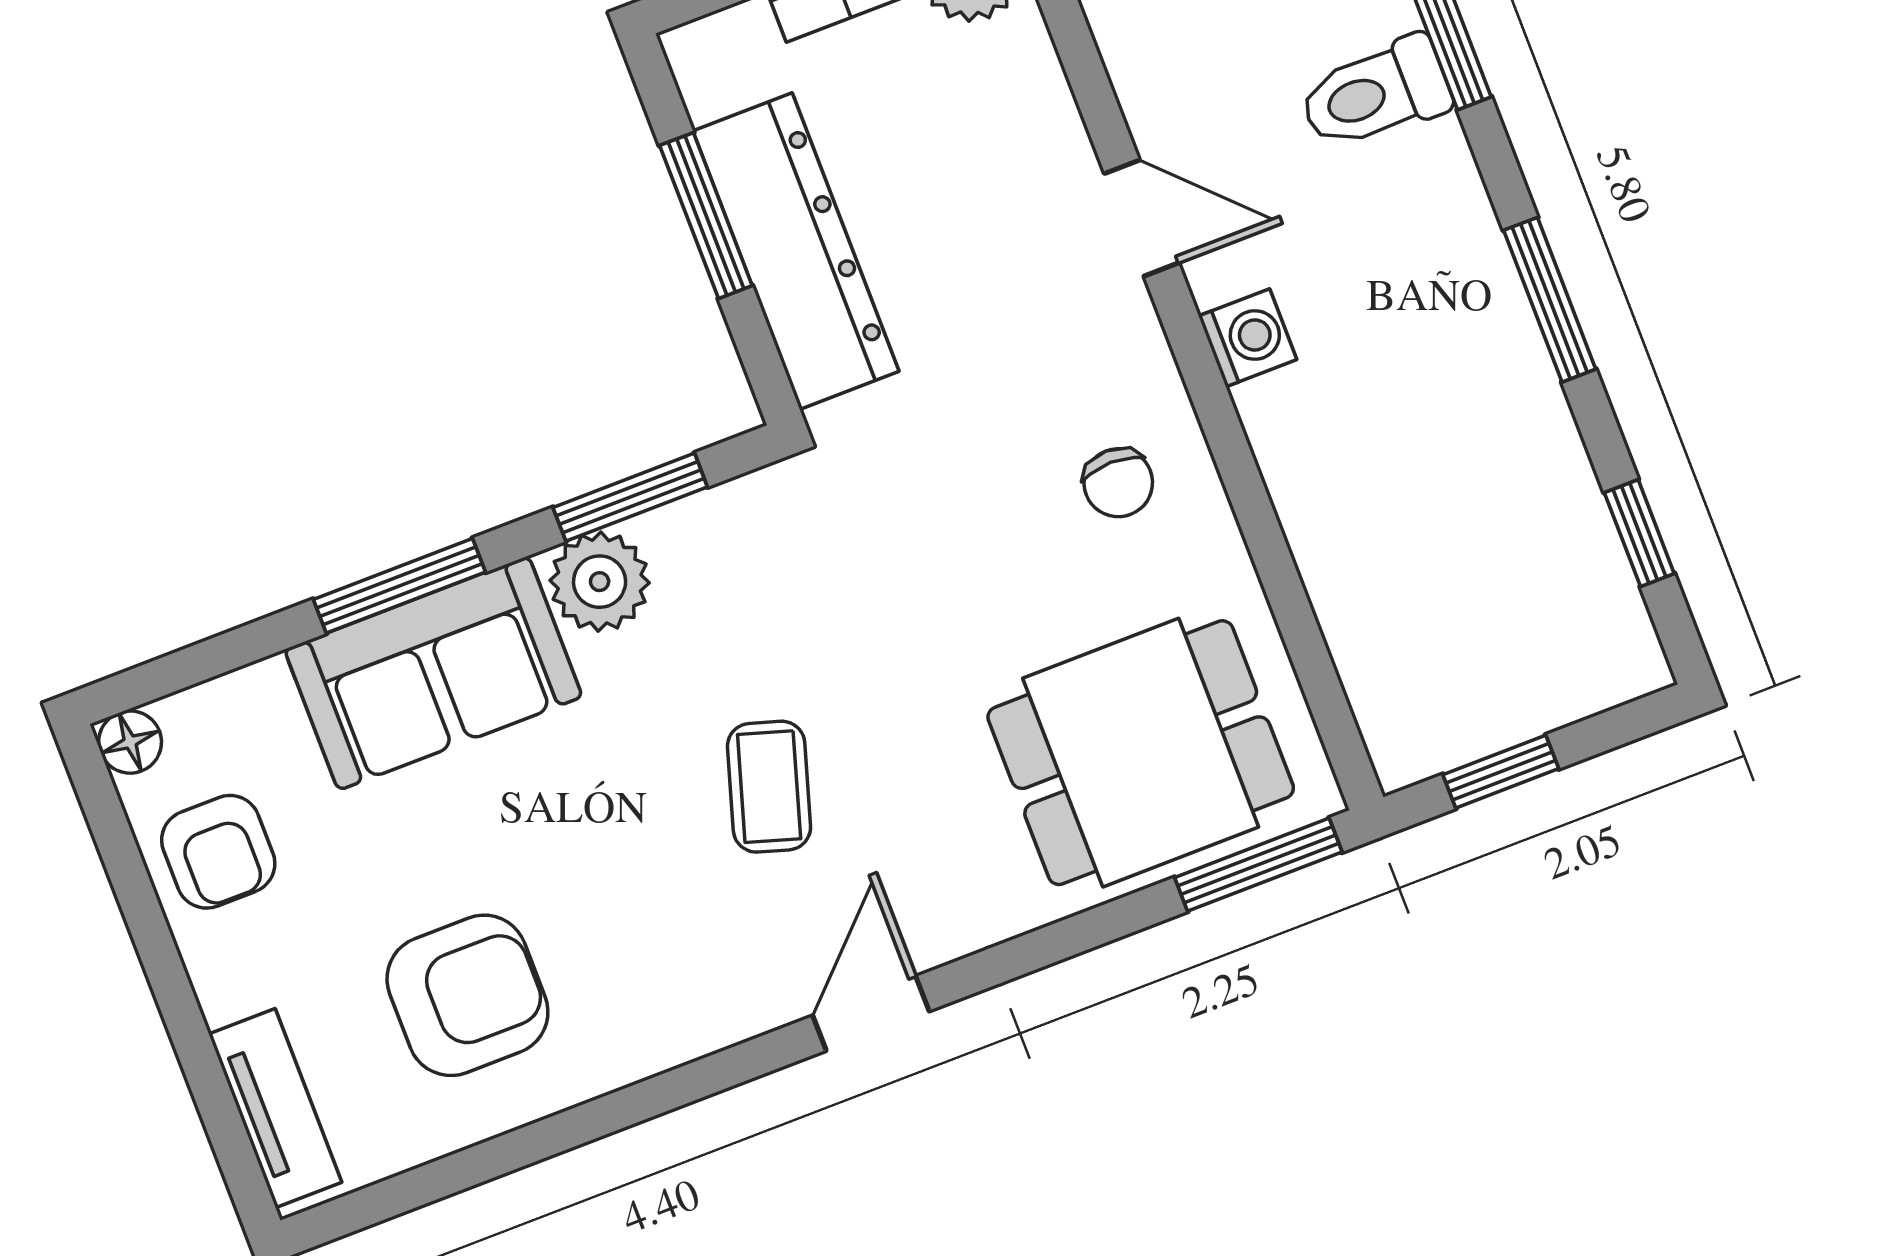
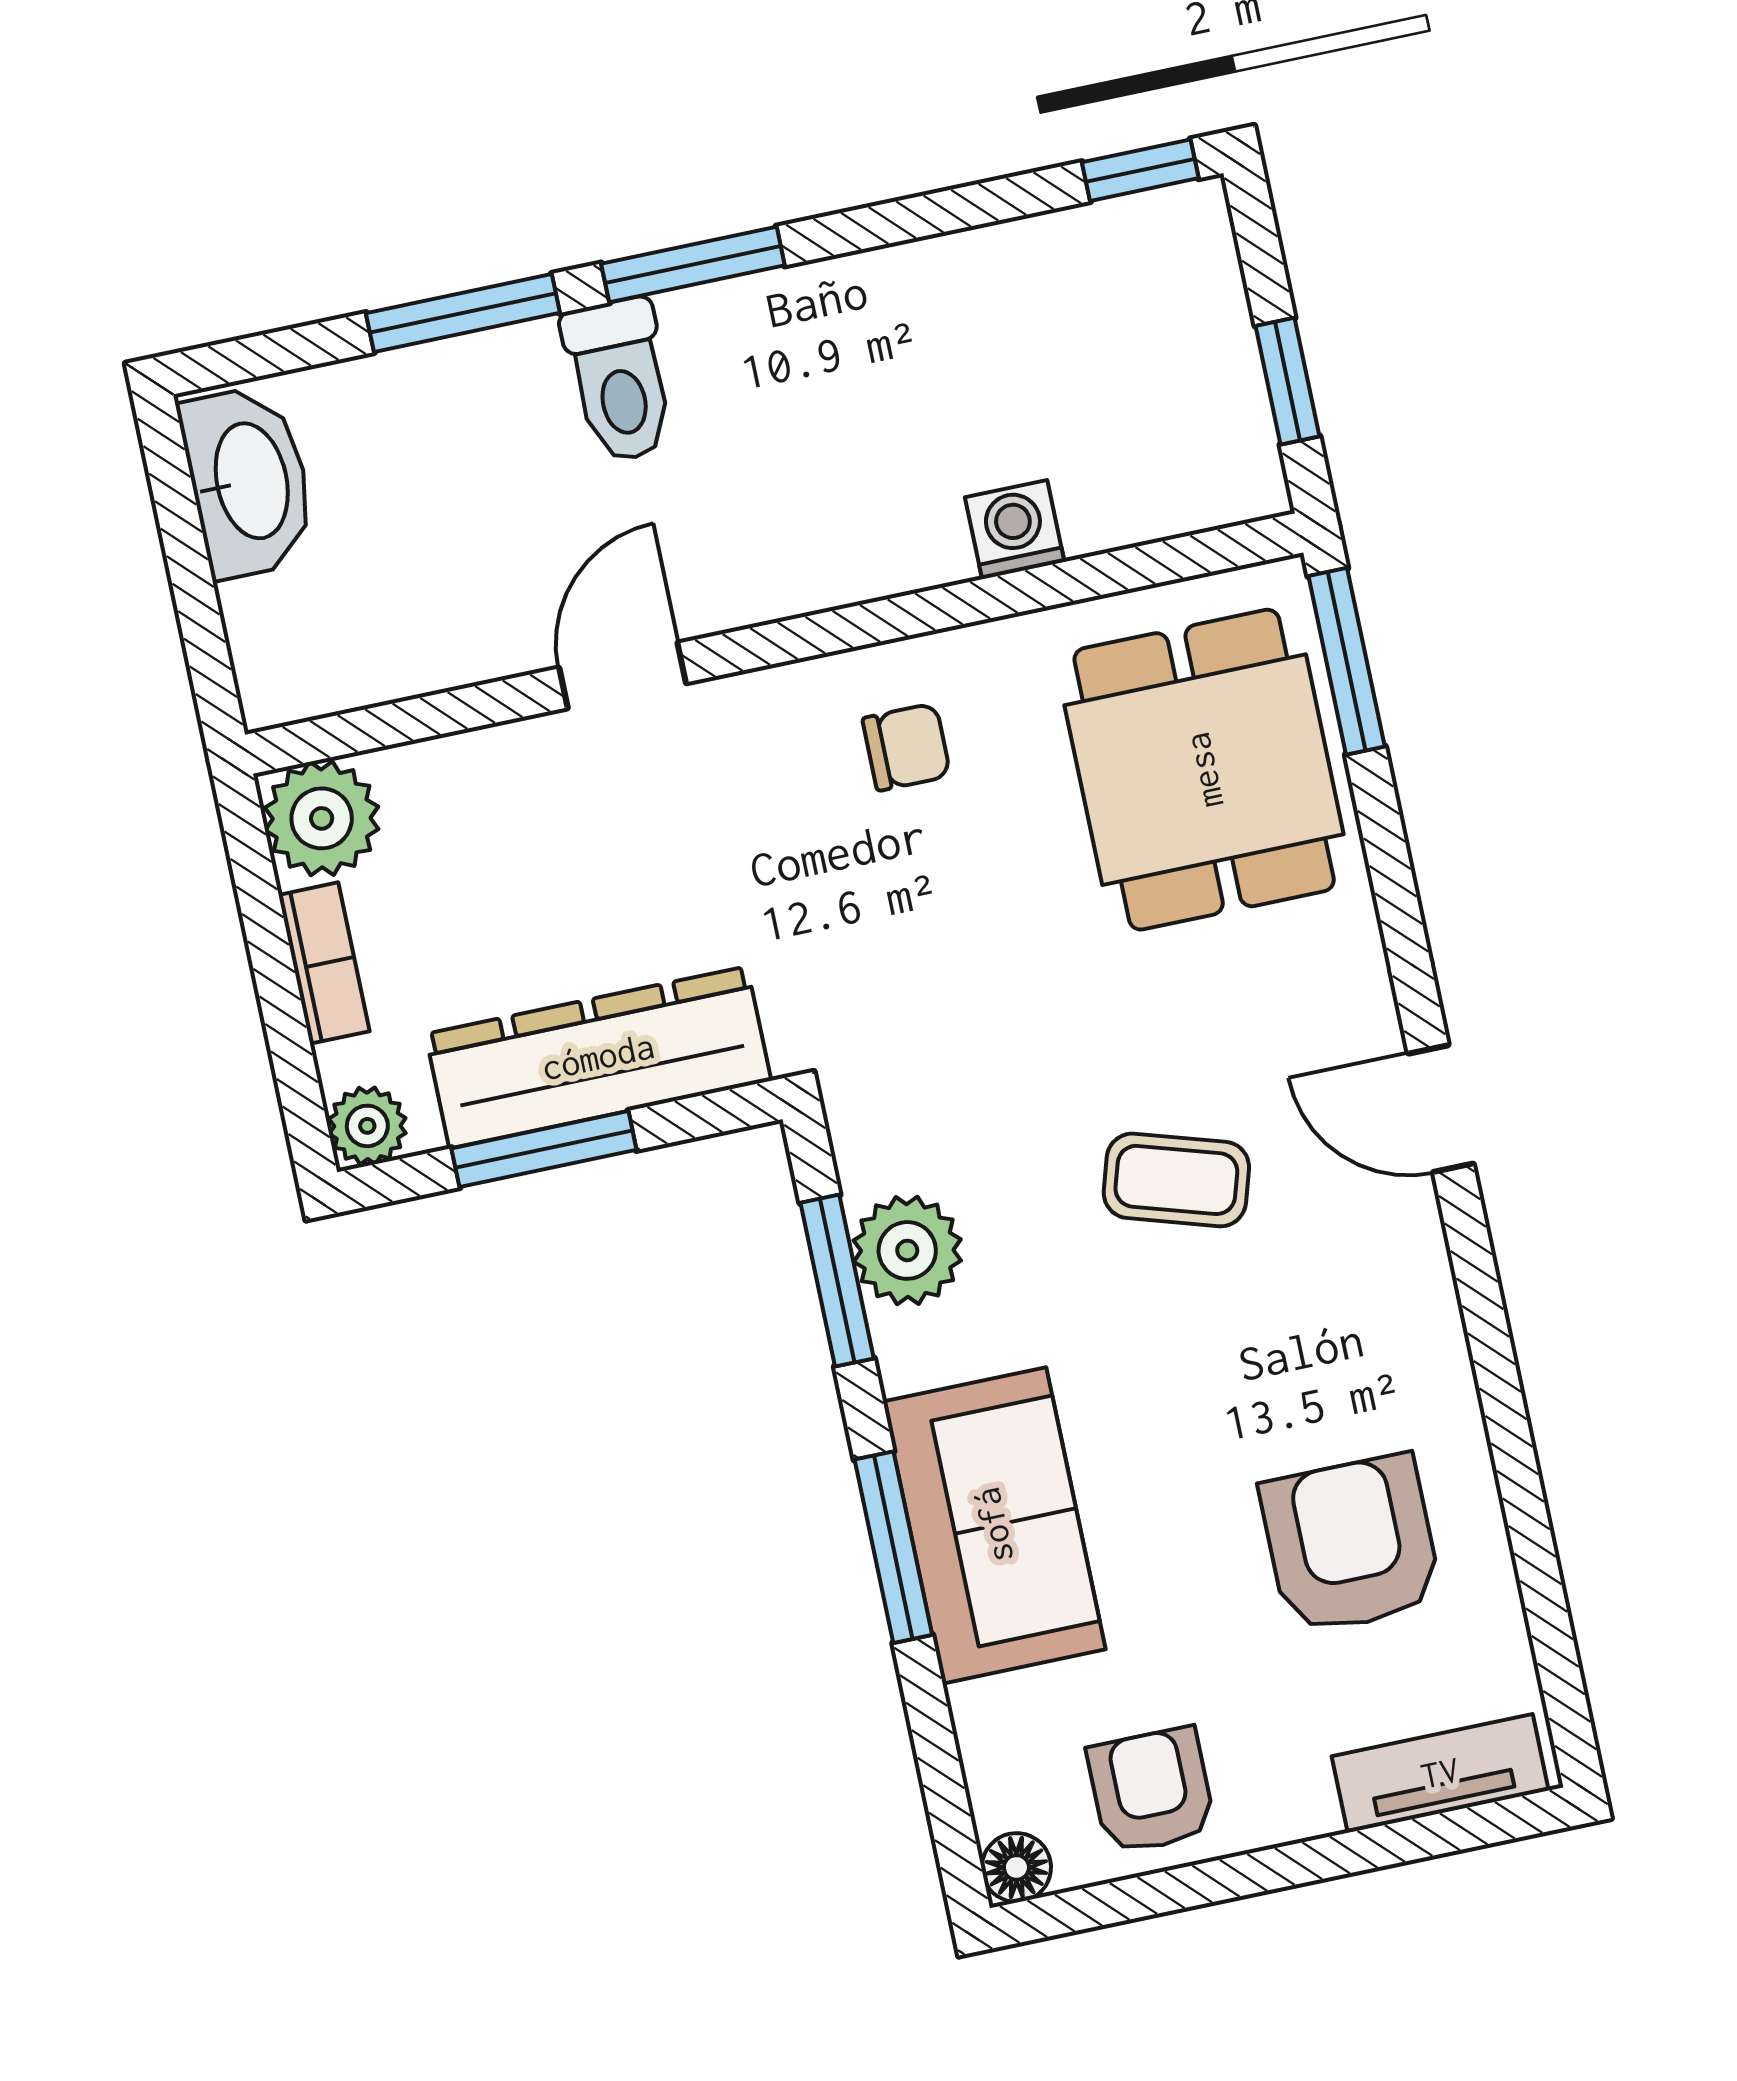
plant: (701, 54) -> (367, 1126), added
toilet: (1375, 94) -> (619, 380), moved
window: (1550, 300) -> (693, 265), moved
washing machine: (1248, 338) -> (1015, 530), moved
window: (1639, 533) -> (1140, 170), moved
plant: (600, 582) -> (907, 1250), moved
armchair: (218, 852) -> (1151, 1791), turned -90

